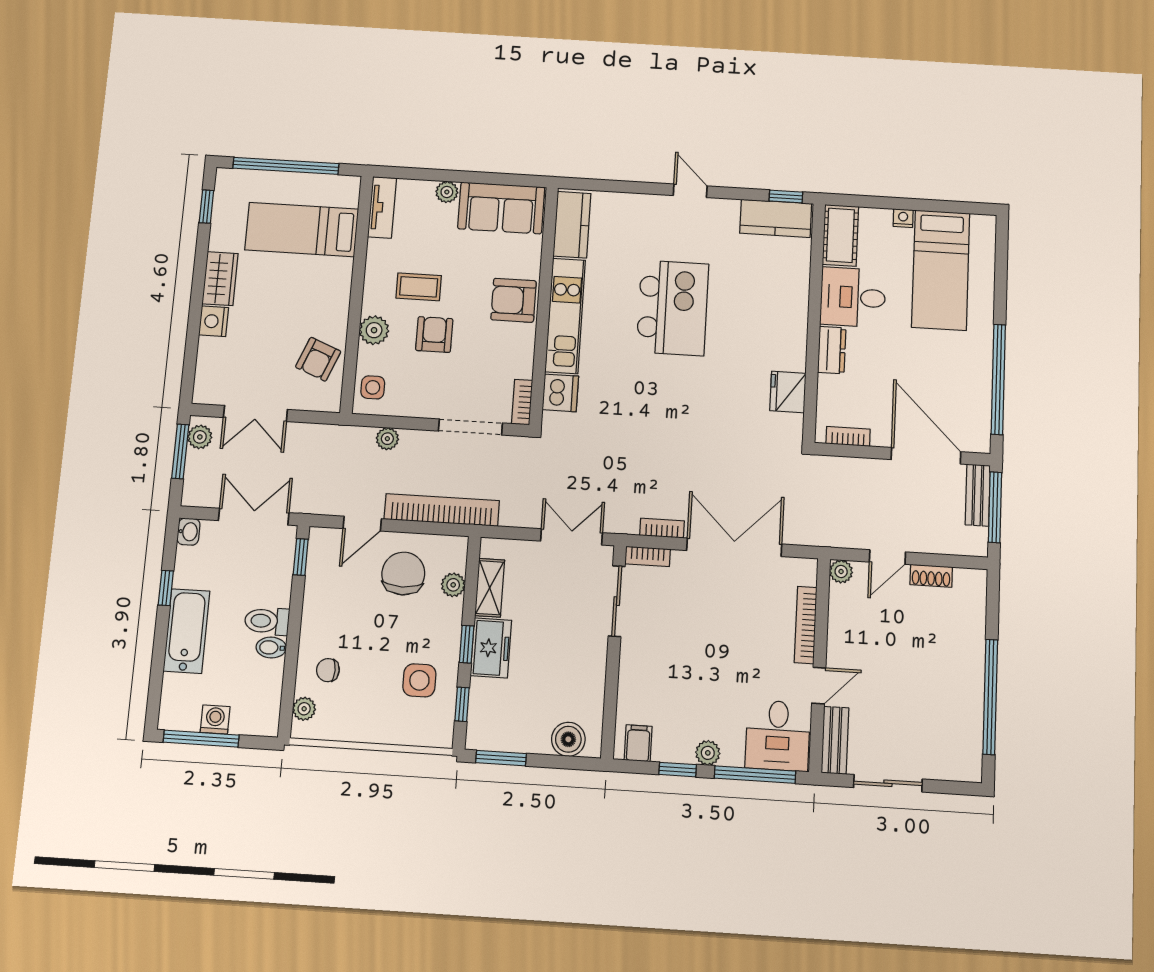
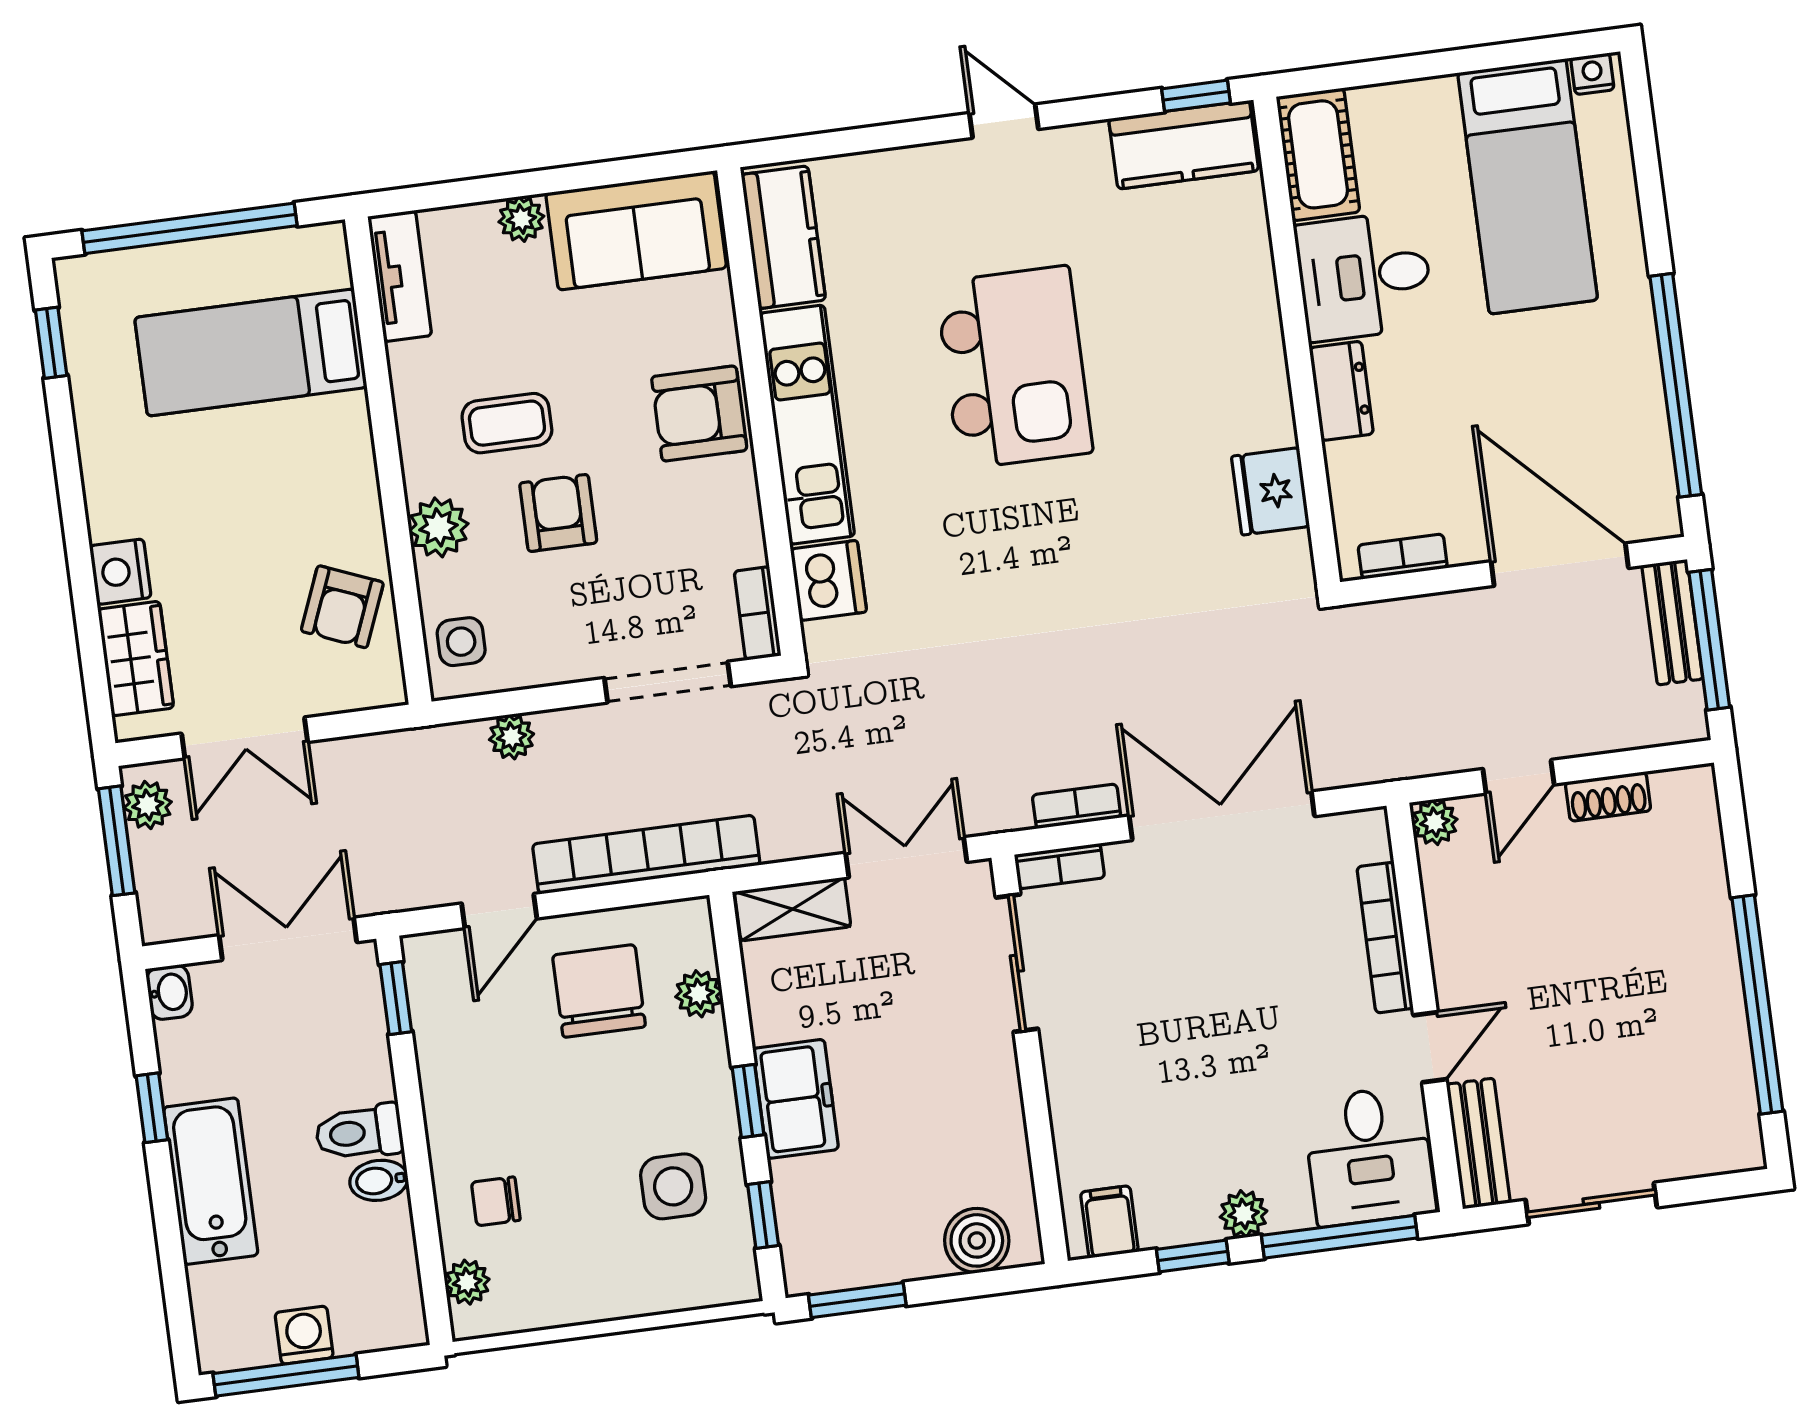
nightstand: (903, 218) -> (1592, 74), moved
wardrobe: (220, 279) -> (136, 659), moved
shelving: (490, 588) -> (793, 909), moved, turned 90

